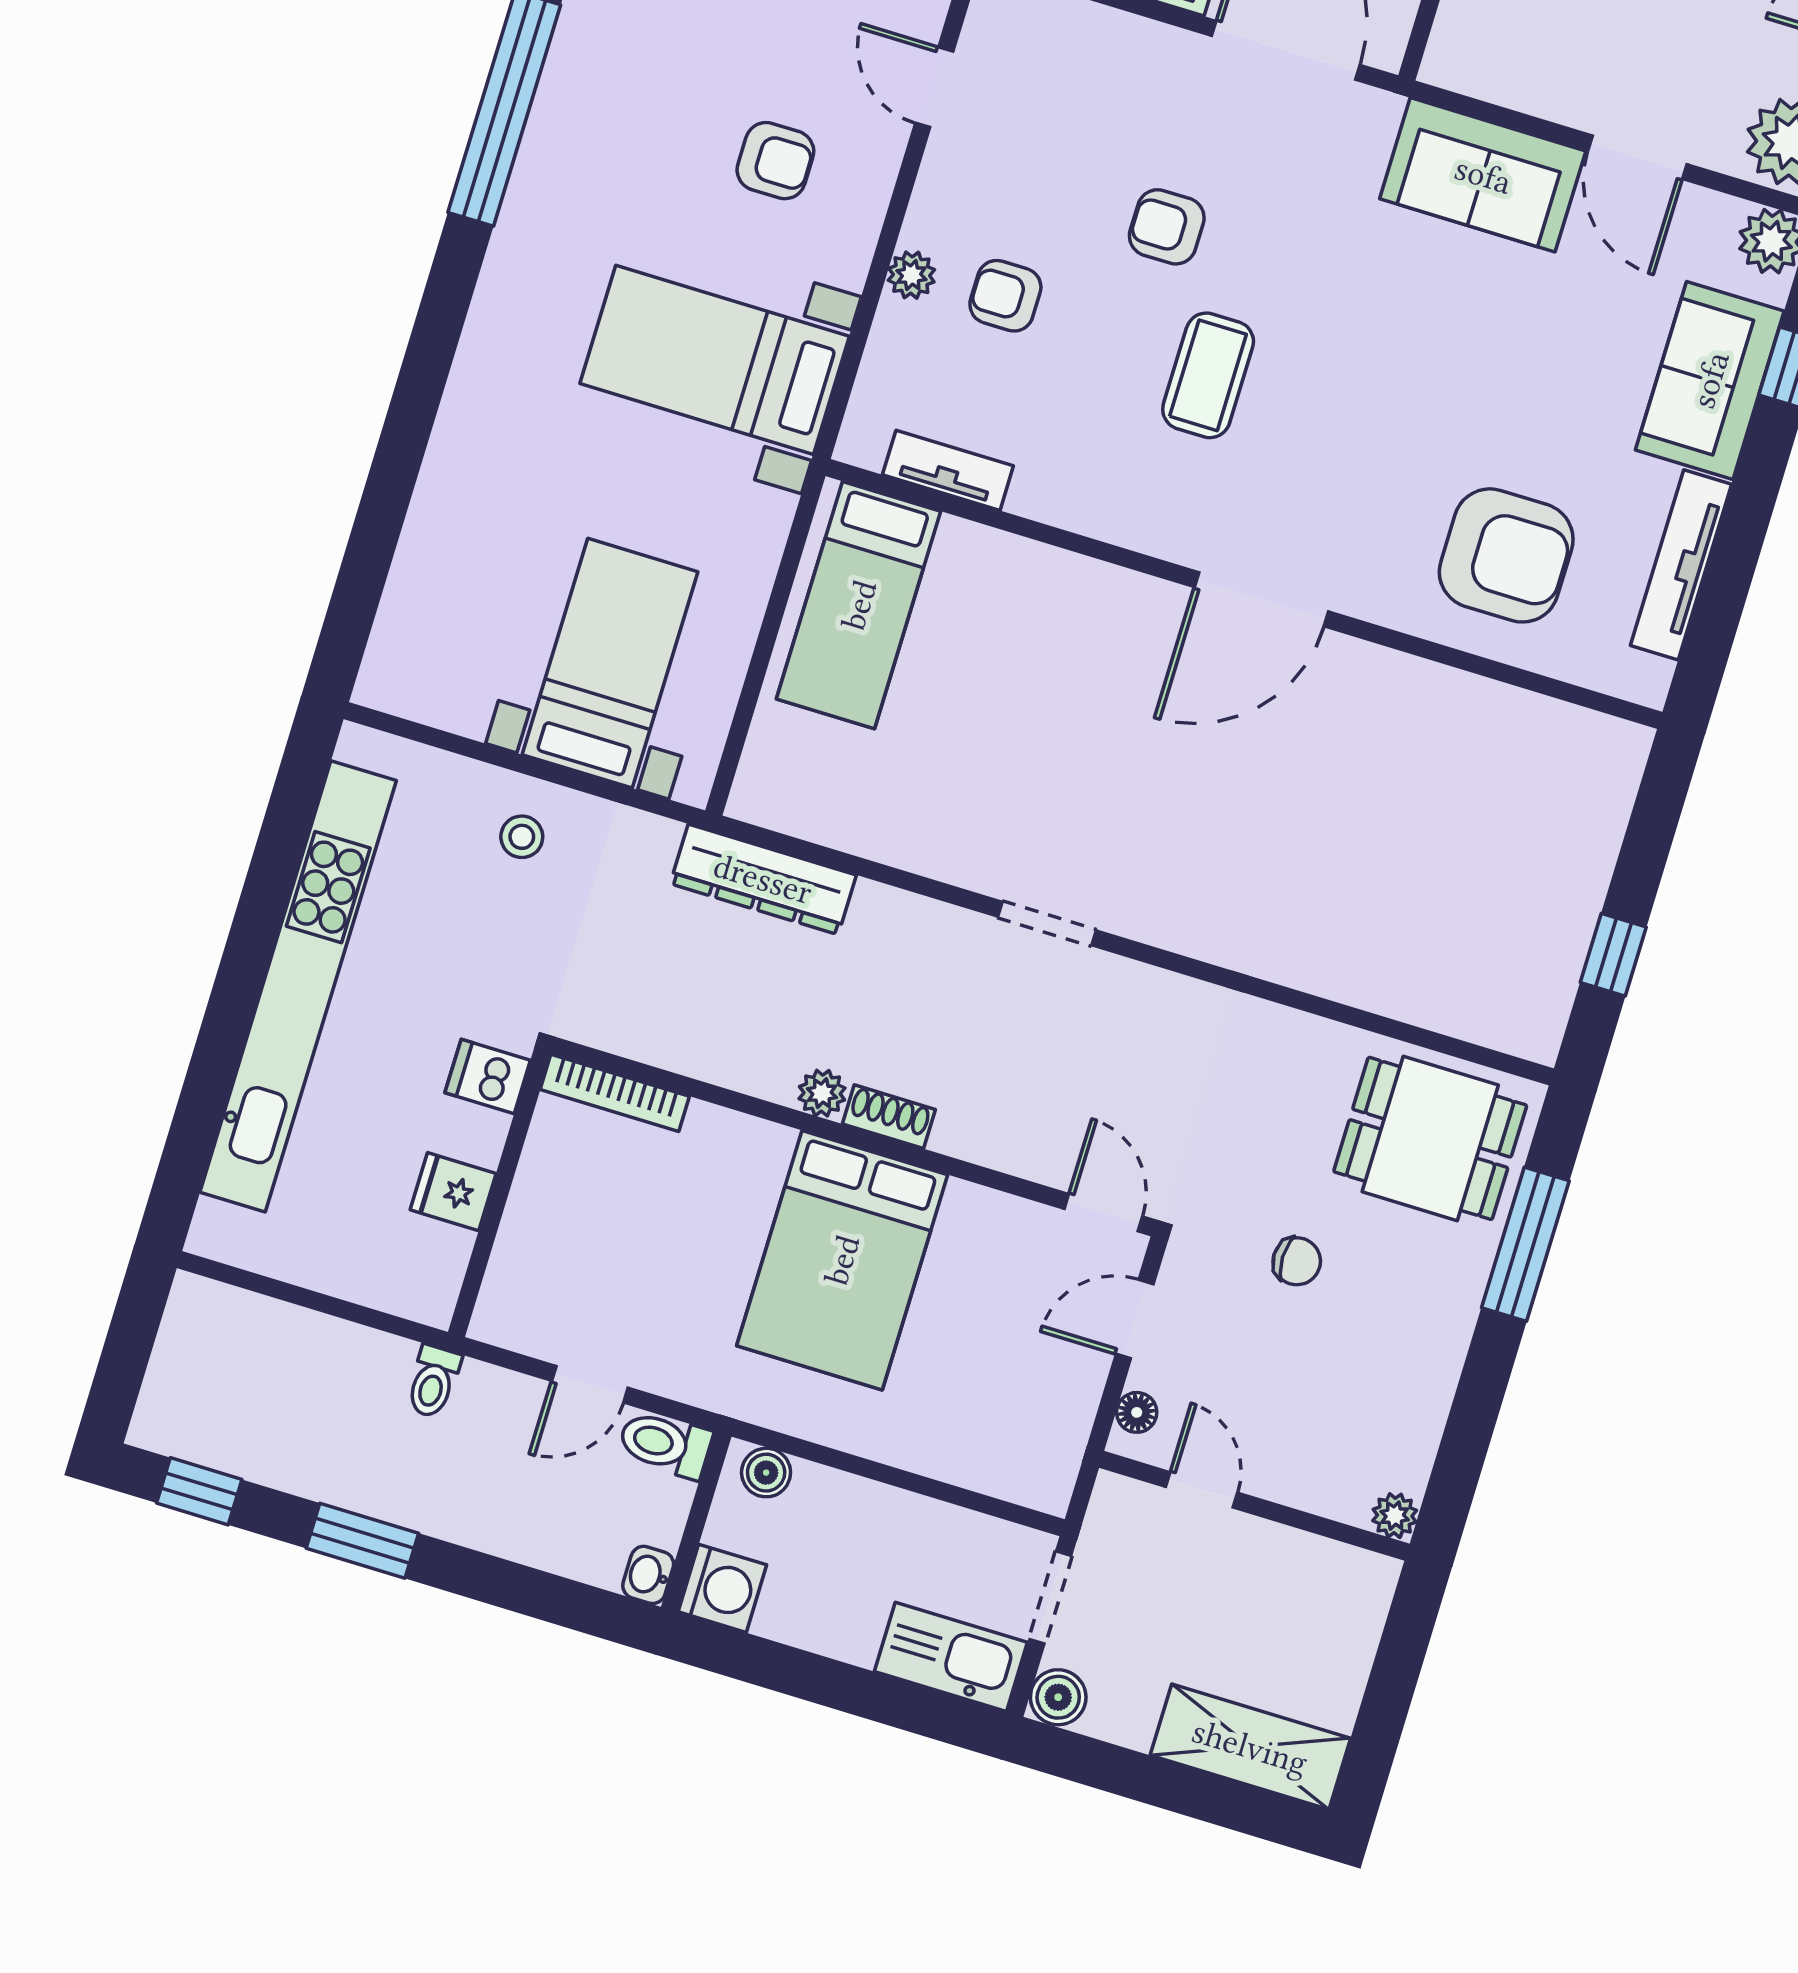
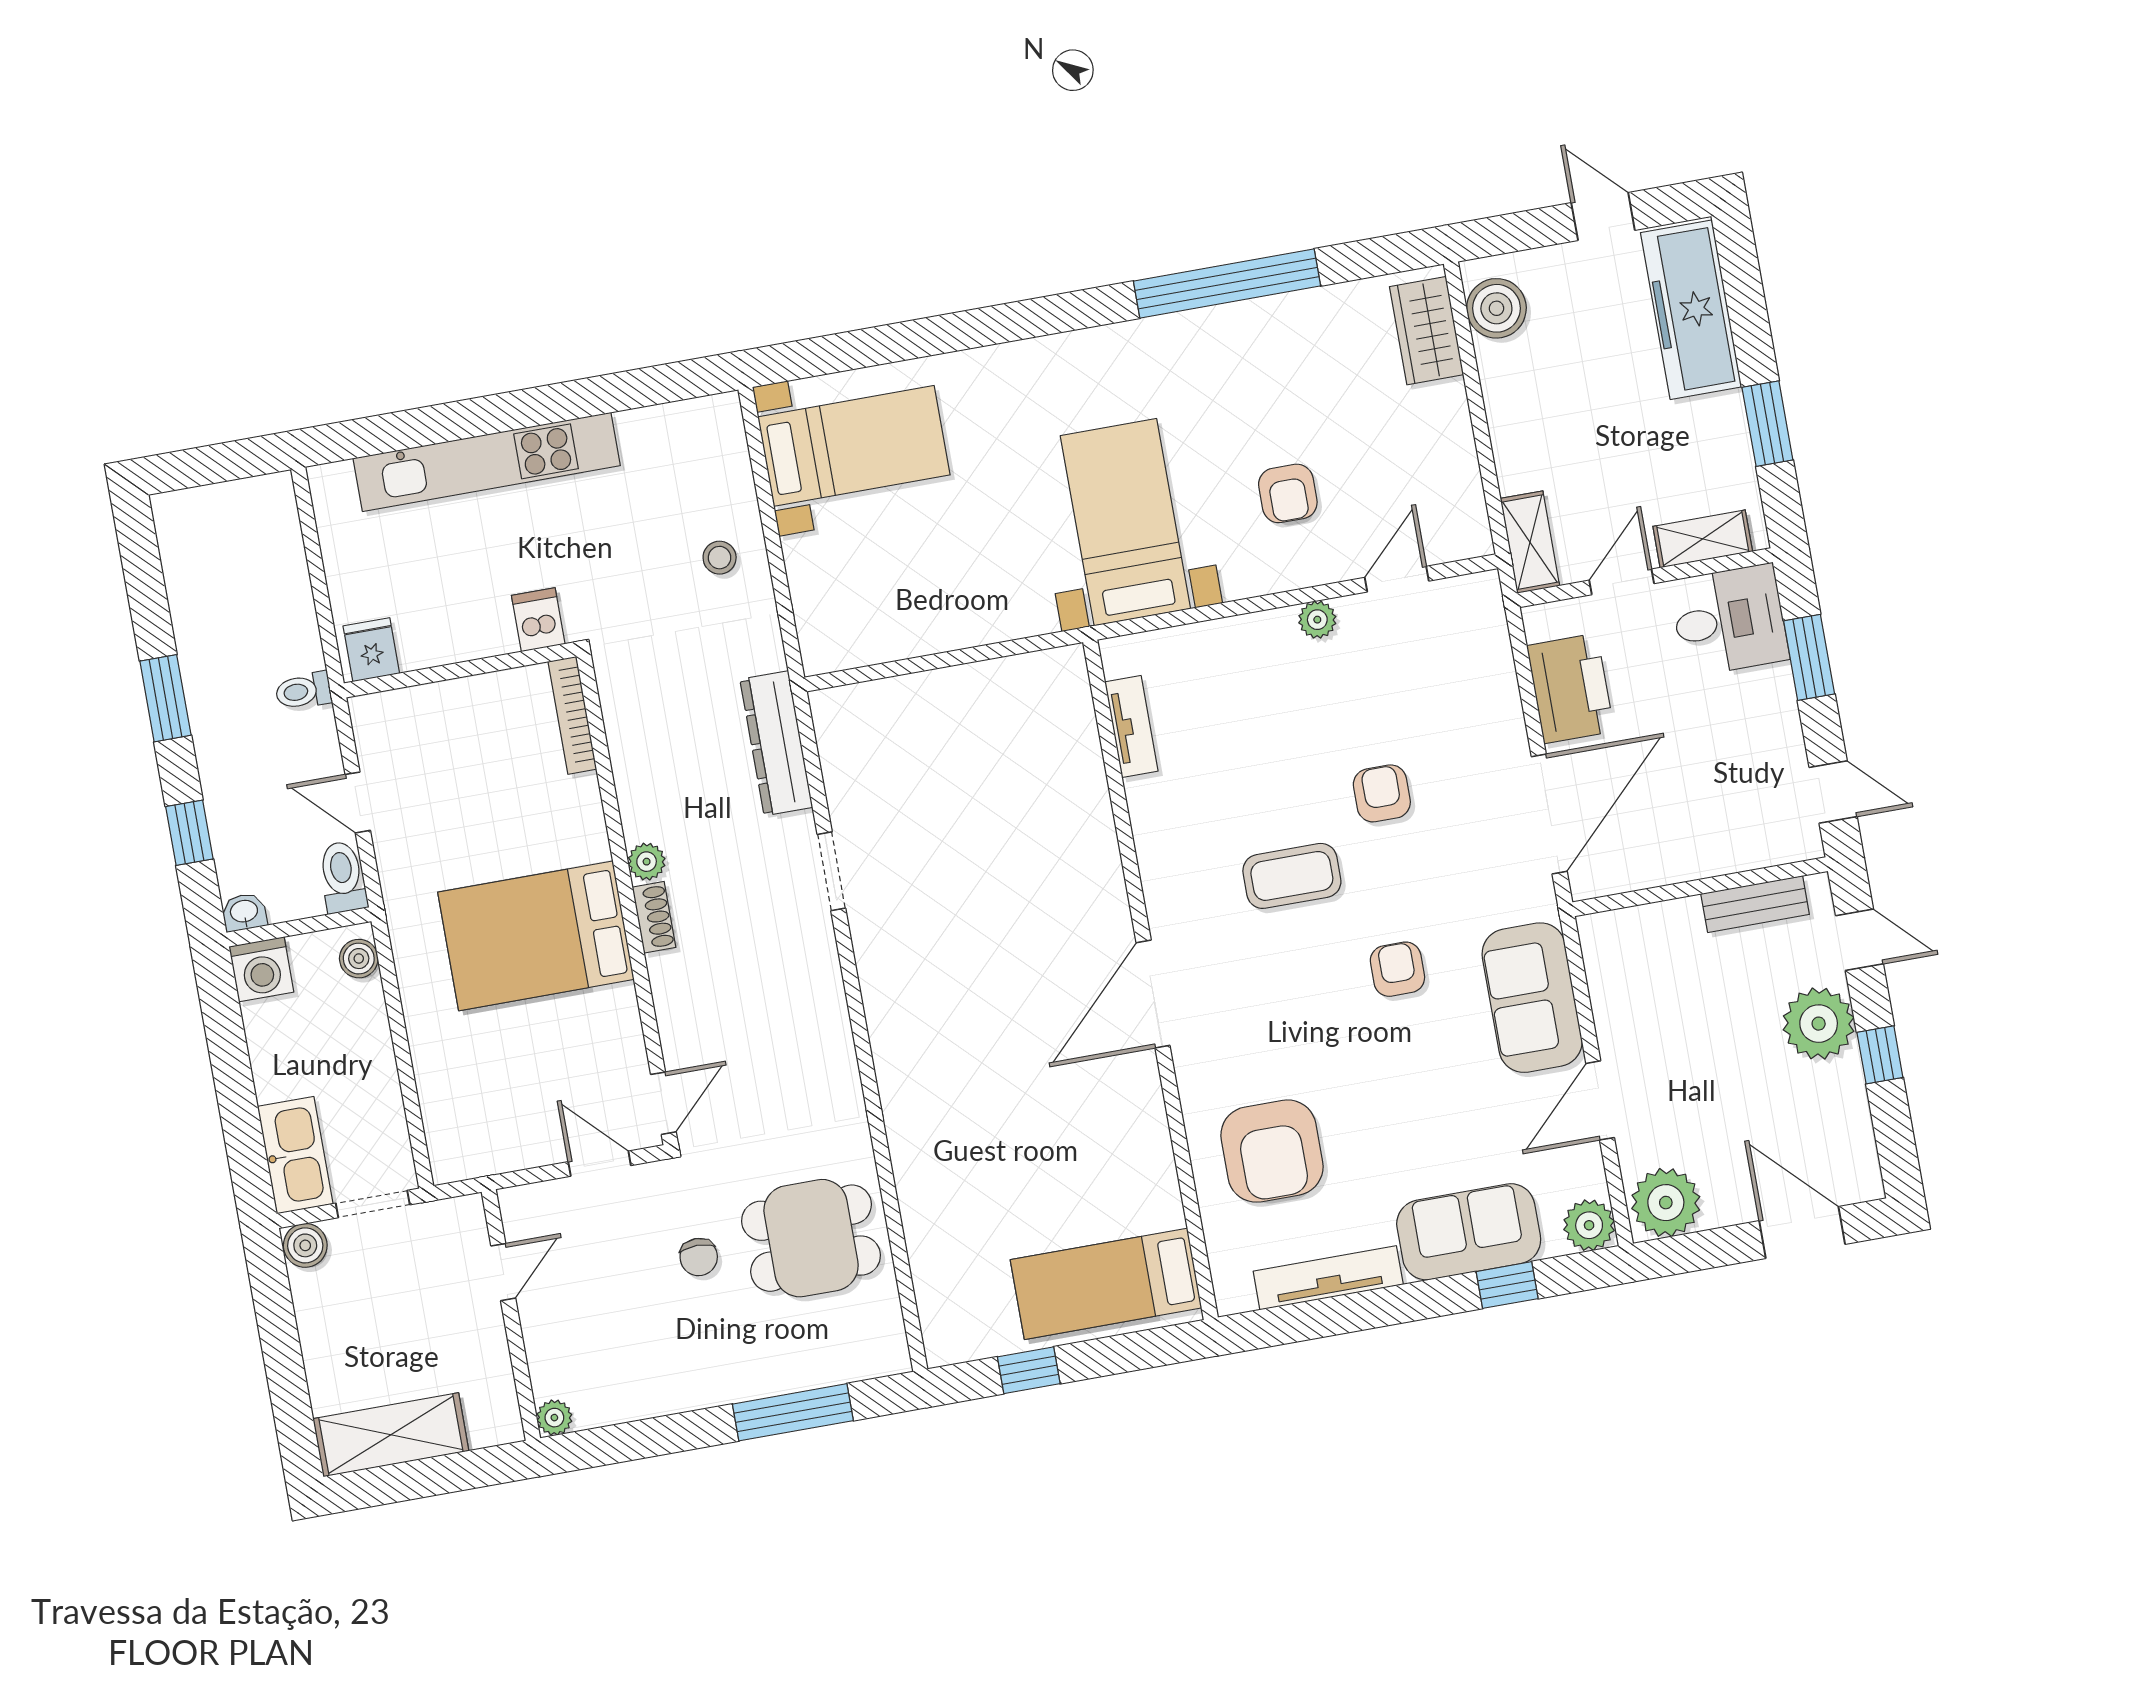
plant: (911, 275) -> (1317, 620), moved
armchair: (1005, 296) -> (1397, 969), moved
door: (1261, 599) -> (1153, 994), hinge flipped
bed: (859, 605) -> (1106, 1284), moved
bed with nightstands: (610, 663) -> (854, 446), moved
doorway: (1047, 924) -> (831, 871), moved
kitchen unit: (298, 986) -> (487, 462), width x0.73
dining table: (1430, 1138) -> (811, 1238), moved, turned 90
fridge: (453, 1192) -> (371, 650), moved
floor lamp: (1137, 1412) -> (534, 1198), removed
window: (199, 1491) -> (189, 833), moved
shelving: (1250, 1747) -> (391, 1435), moved, turned 90

